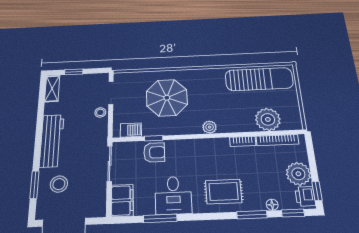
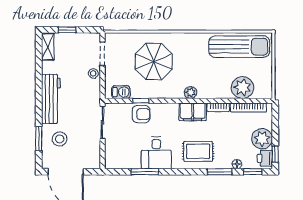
filing cabinet: (122, 200) -> (193, 112), moved, turned 90

